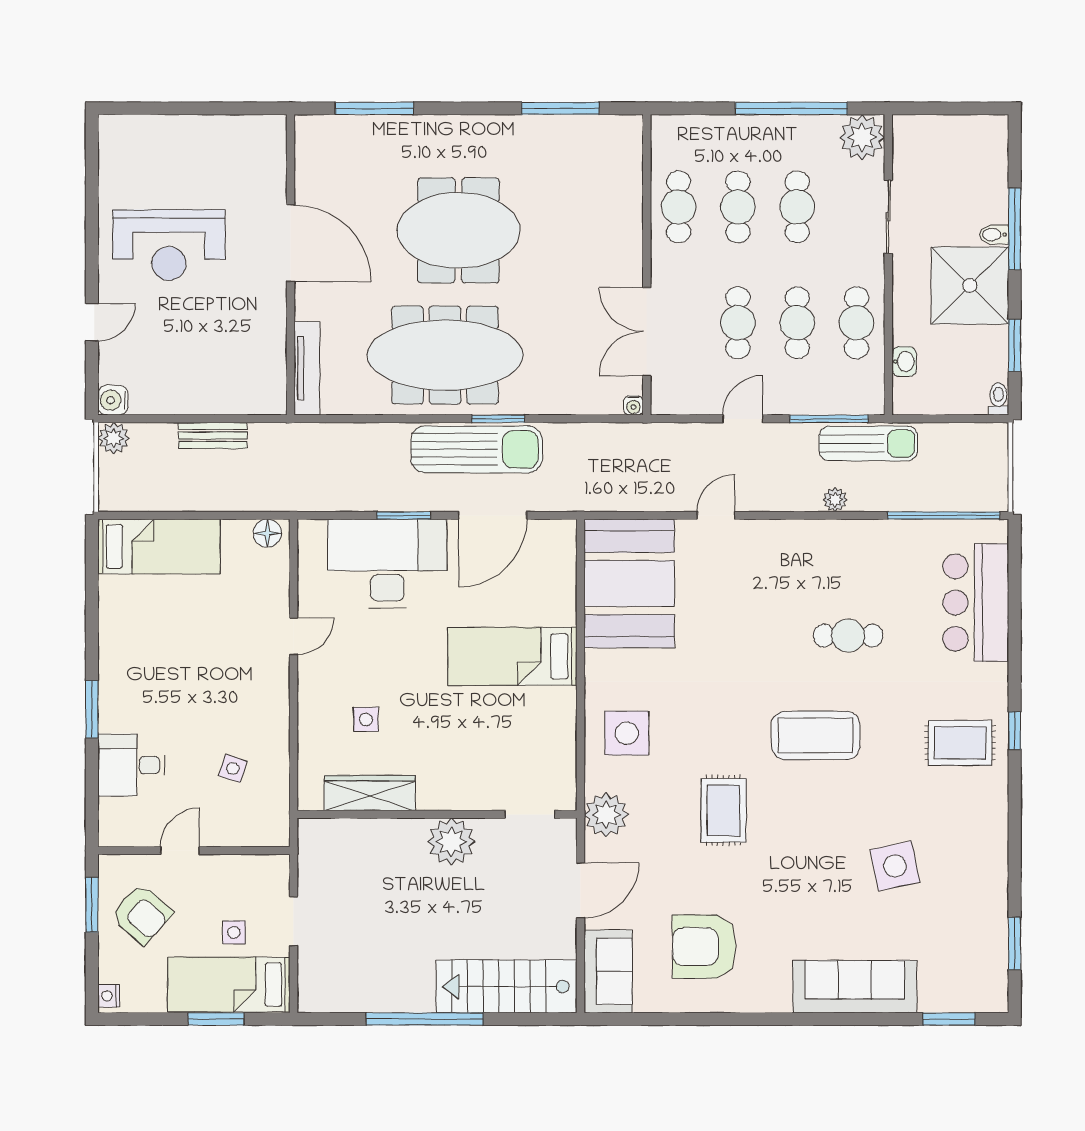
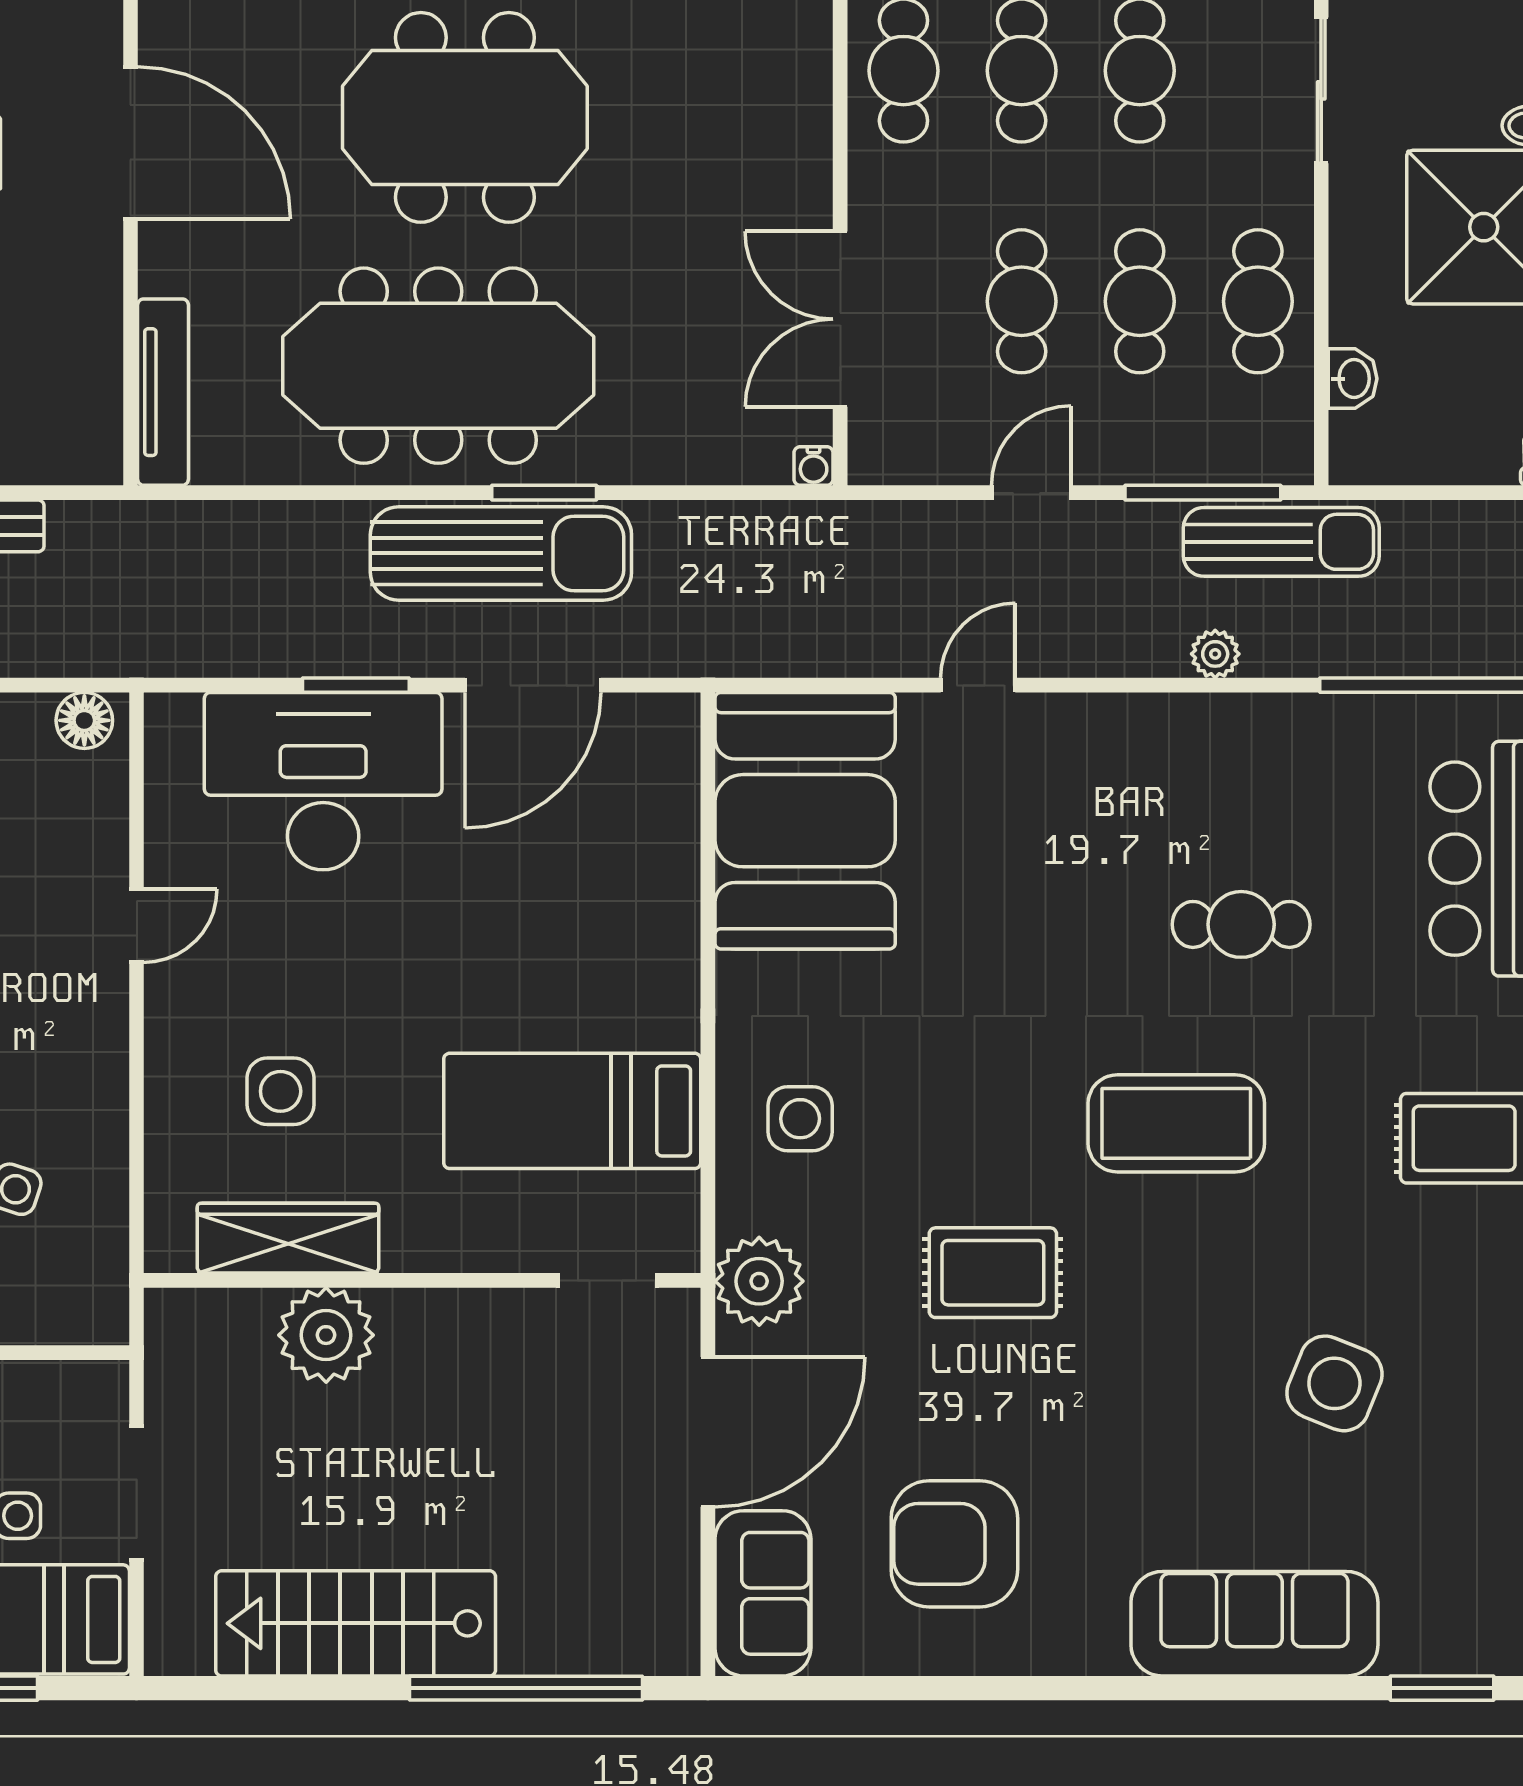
bed: (512, 656) -> (572, 1111), moved
side table: (366, 719) -> (281, 1091), width x1.37, depth x1.37
side table: (627, 733) -> (800, 1119), width x0.73, depth x0.73
rug: (724, 810) -> (993, 1273), turned 90
plant: (451, 842) -> (326, 1335), moved
side table: (895, 866) -> (1334, 1383), turned 34
door: (580, 890) -> (708, 1432), width x1.36
doorway: (294, 921) -> (137, 1493), width x1.38
stairs: (507, 987) -> (356, 1623), moved
window: (425, 1019) -> (526, 1688), moved

